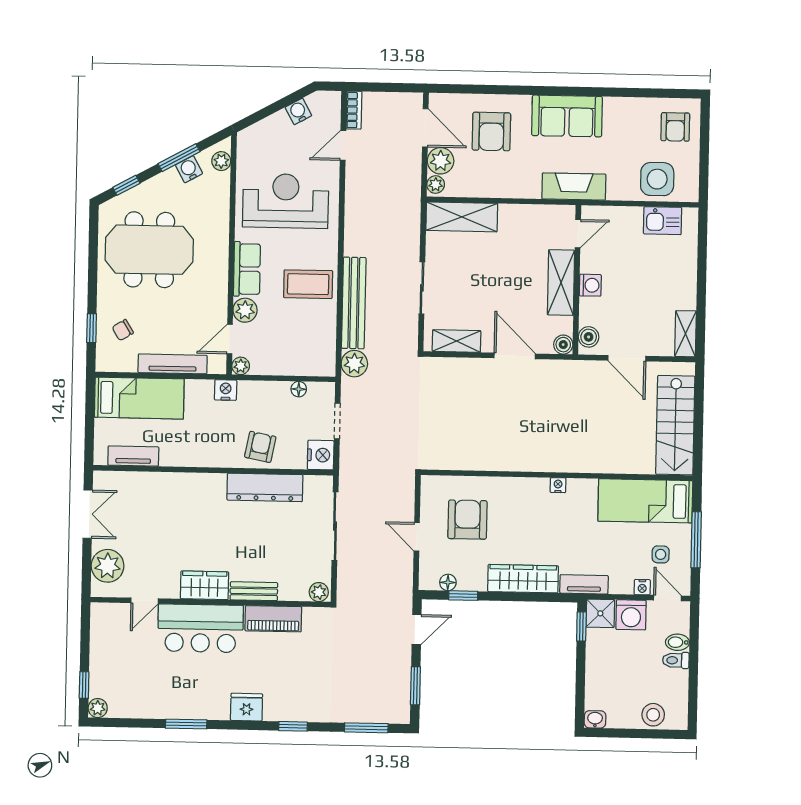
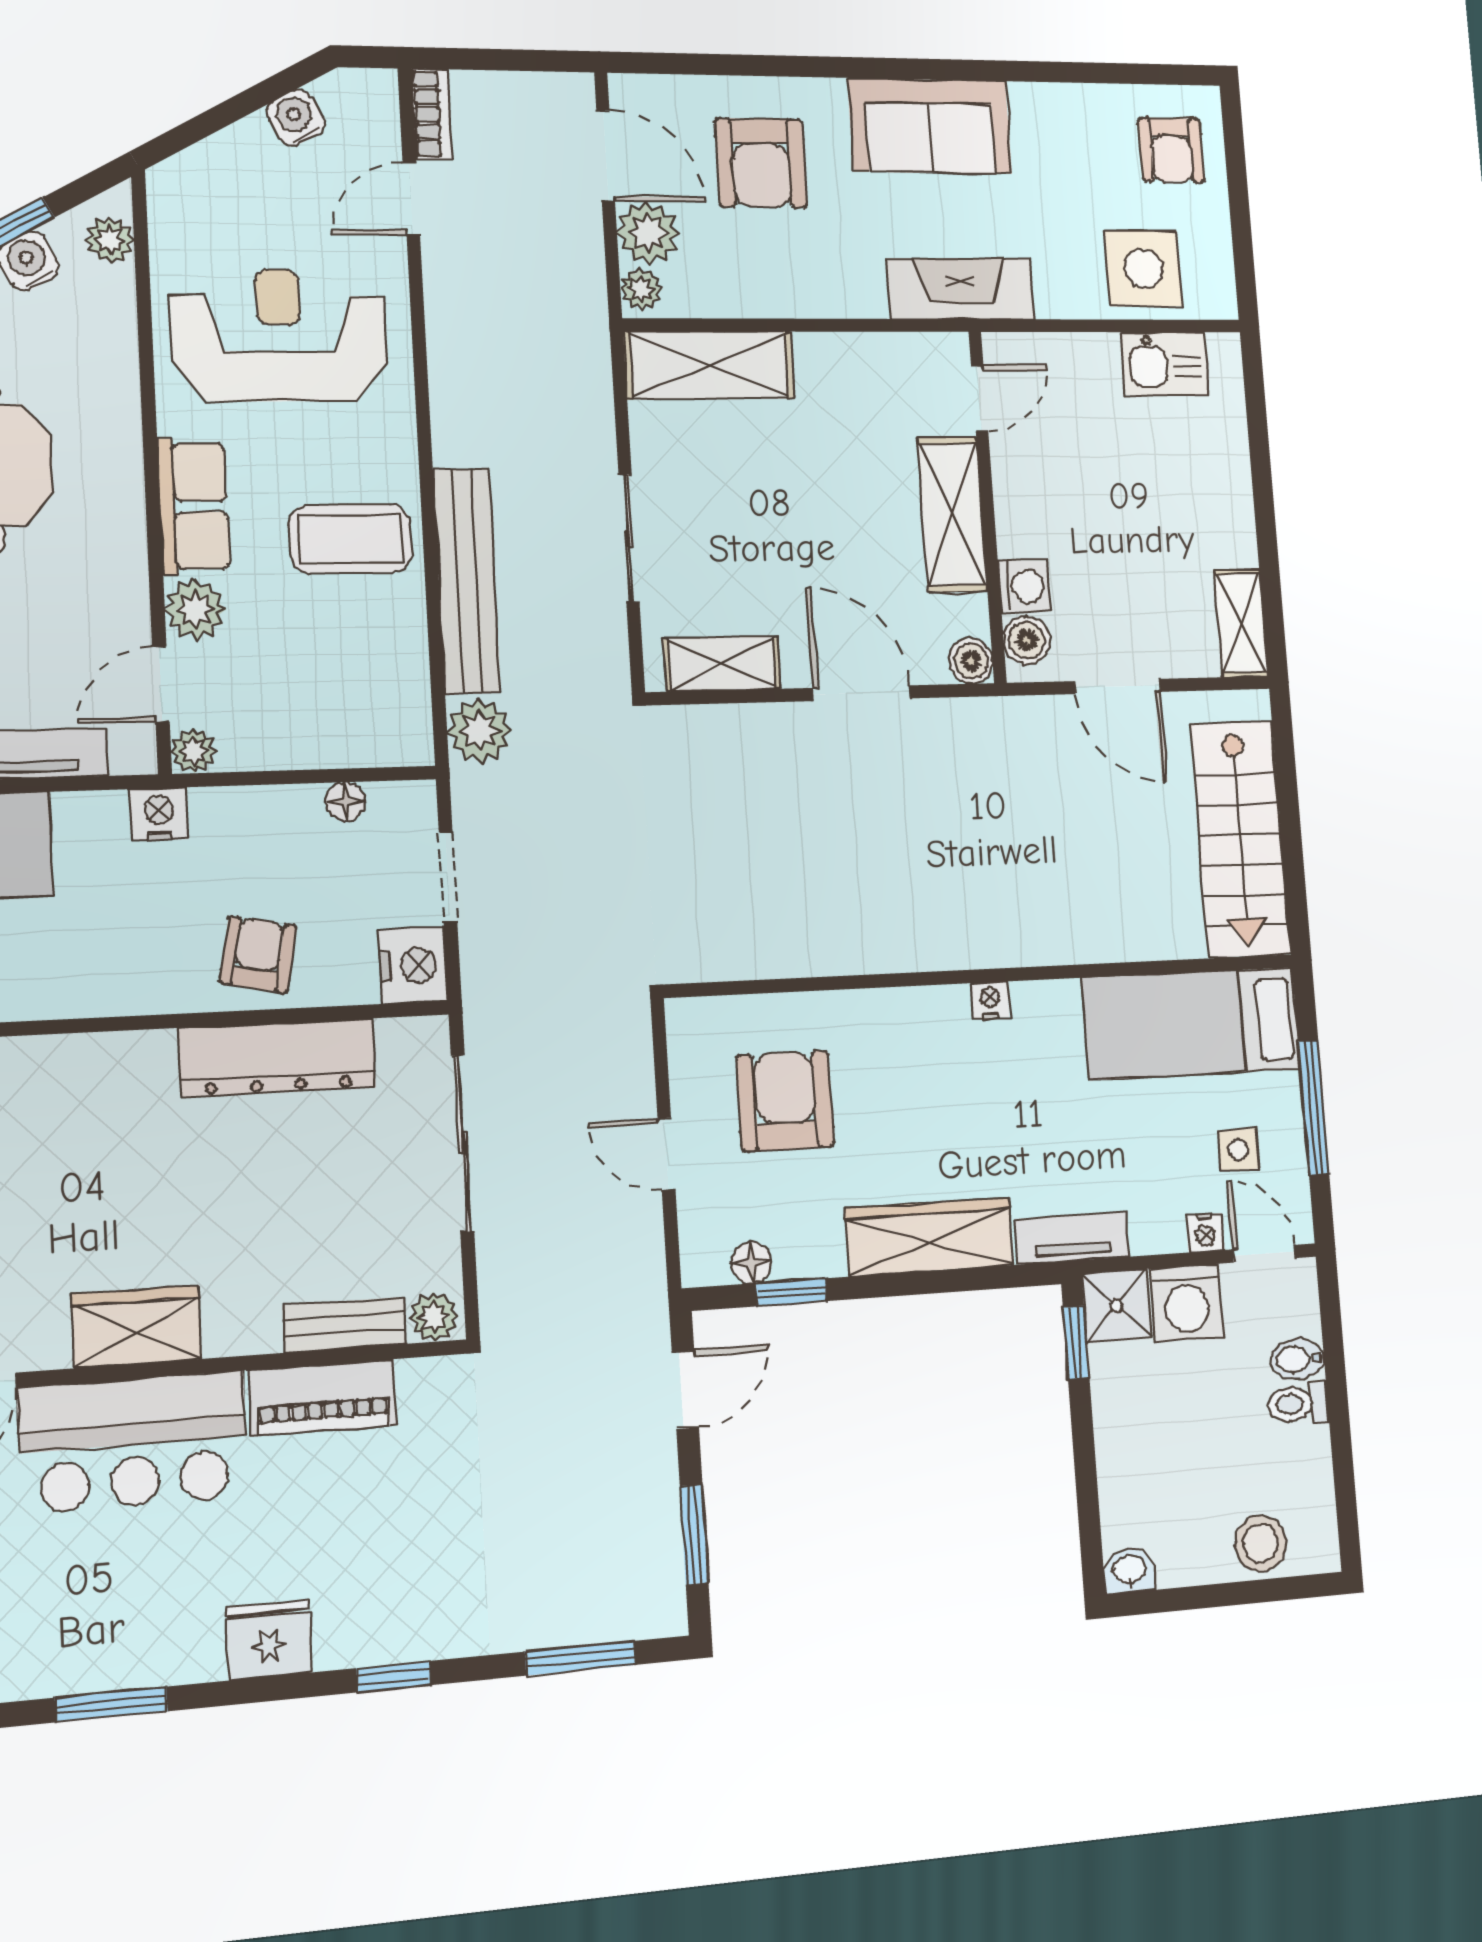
washing machine: (590, 285) -> (1024, 586), moved
bench: (254, 591) -> (345, 1325), moved

